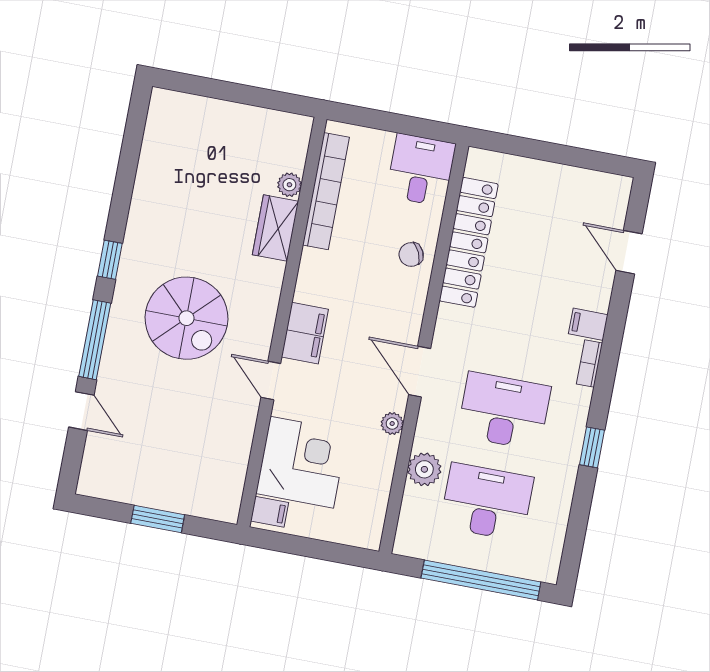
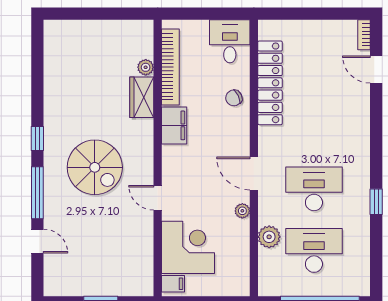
filing cabinet: (588, 324) -> (358, 122), removed
filing cabinet: (305, 333) -> (174, 125), moved
bookcase: (589, 363) -> (364, 35), moved

